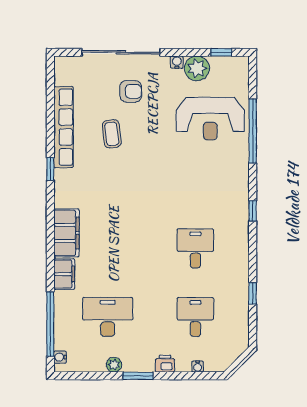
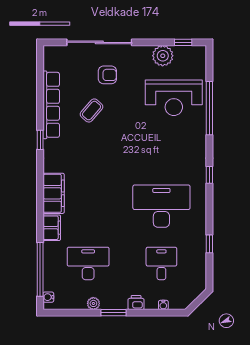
water cooler: (177, 62) -> (146, 51), removed
coffee table: (112, 134) -> (92, 110), turned 48
desk: (195, 248) -> (161, 206), width x1.87, depth x1.30

